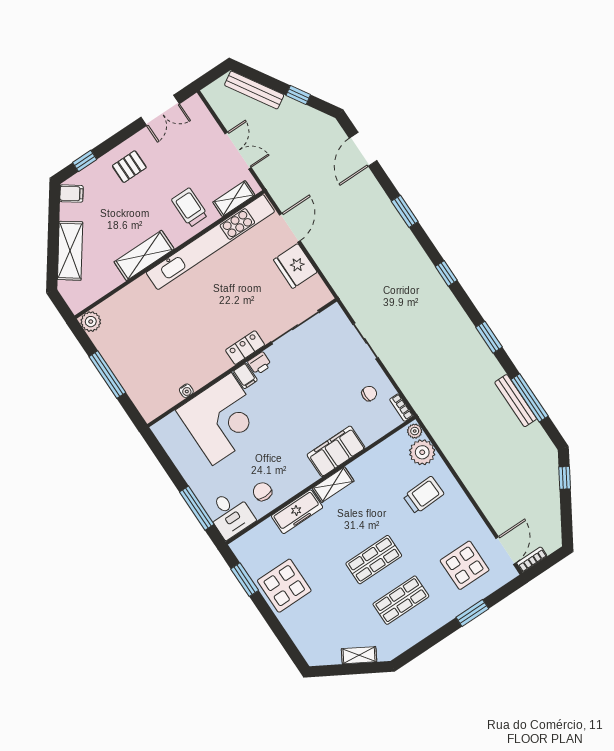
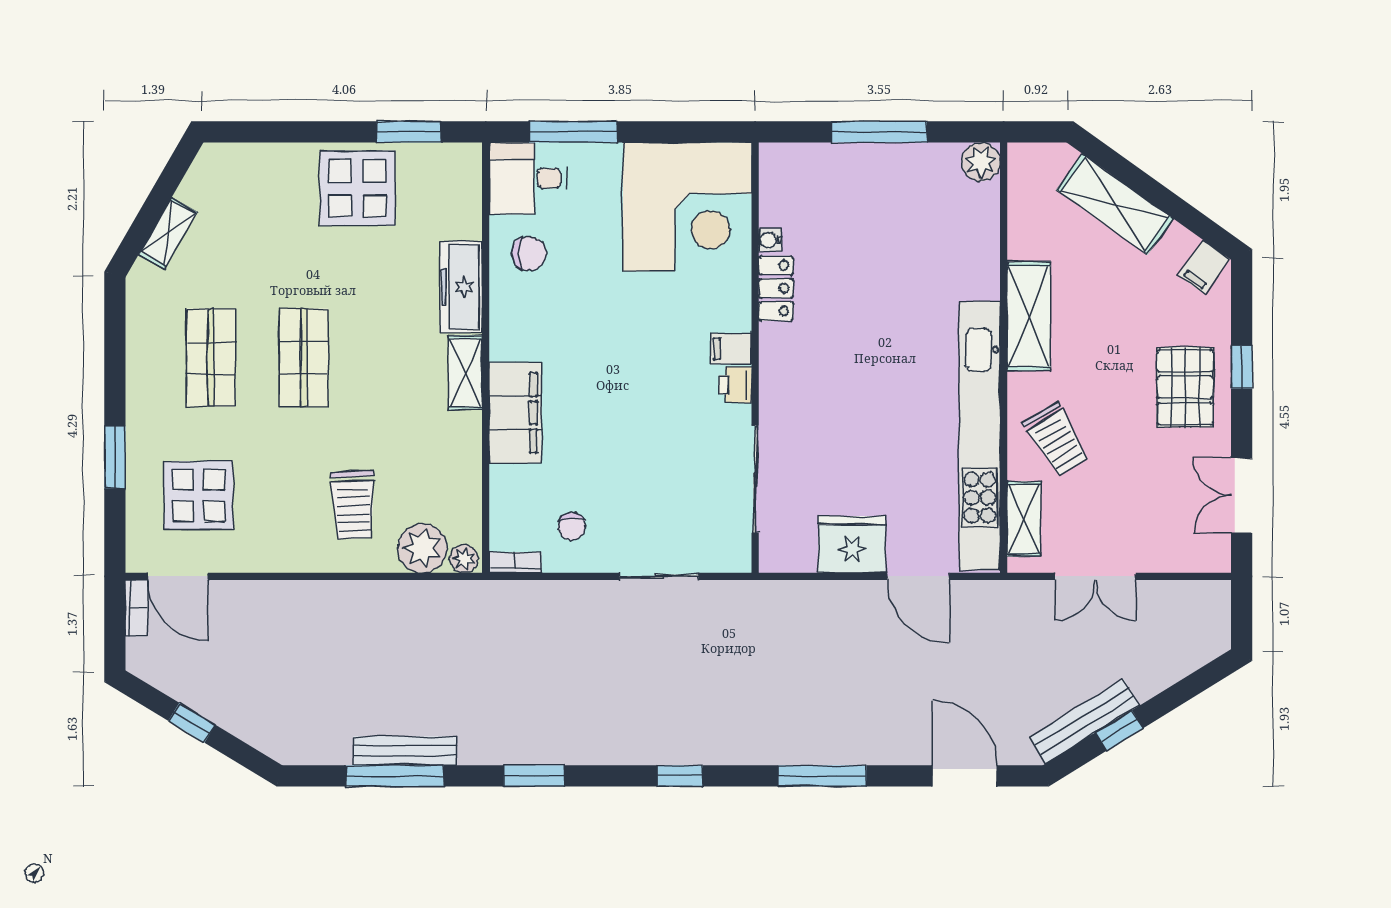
bench: (254, 90) -> (1084, 722), moved
window: (85, 161) -> (1242, 367), moved
pallet: (129, 167) -> (1185, 387), width x1.50, depth x1.42
trolley: (190, 207) -> (1057, 439), turned 59
window: (405, 211) -> (822, 776), width x1.44
locker: (245, 348) -> (776, 288), moved
corner desk: (222, 419) -> (687, 207), moved, turned -90
window: (565, 478) -> (192, 723), moved

